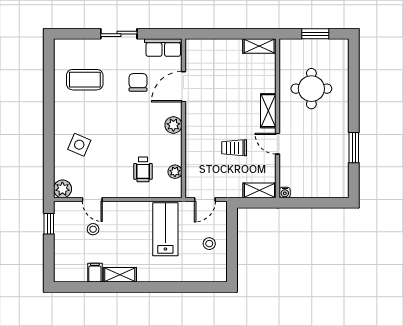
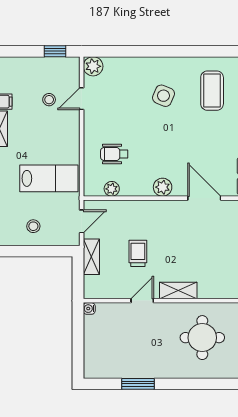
chair: (138, 82) -> (209, 149), removed
side table: (79, 145) -> (163, 96), moved
shelving: (259, 190) -> (91, 257), moved
door: (205, 199) -> (82, 221), swing flipped

